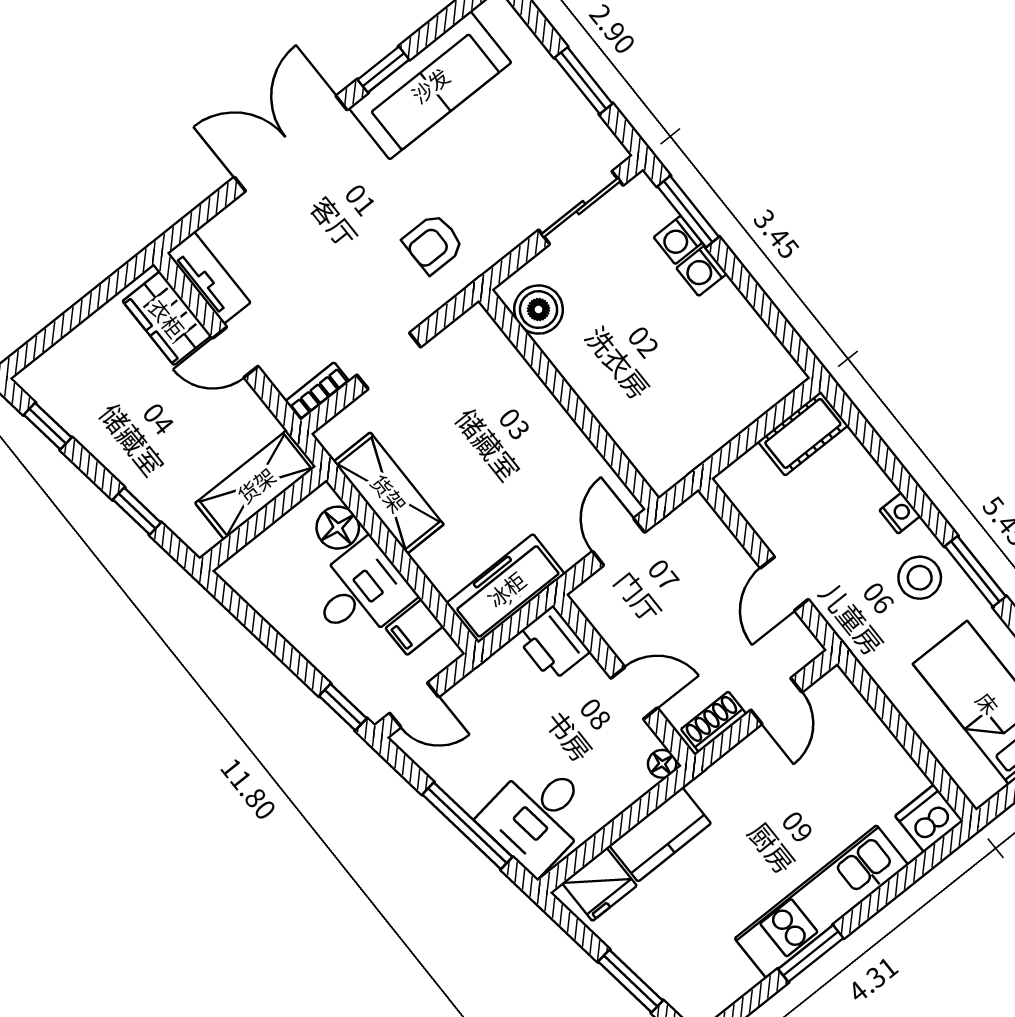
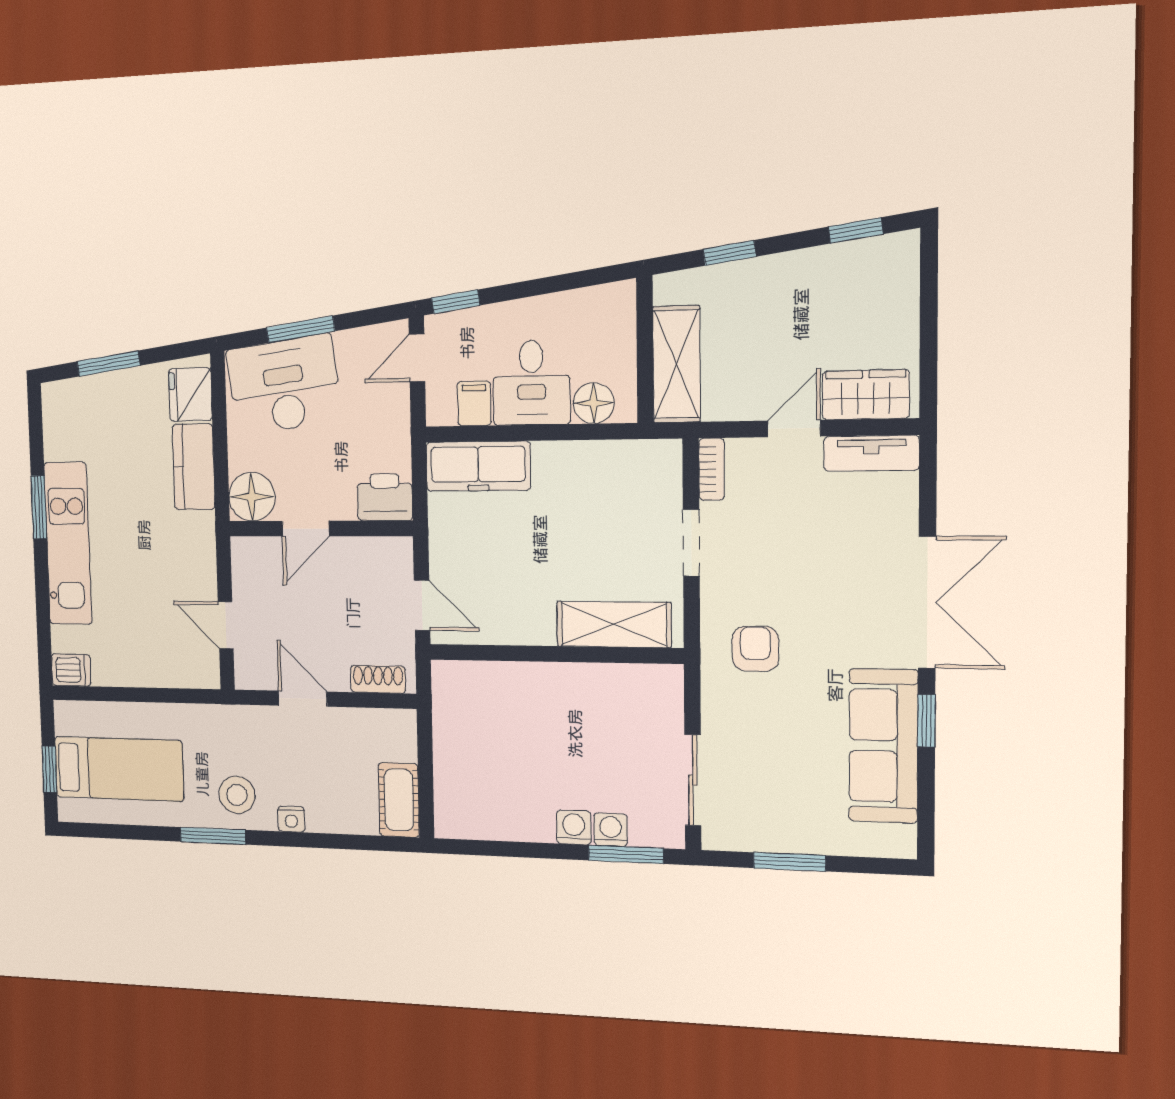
boiler: (539, 310) -> (640, 686), removed
shelving: (389, 493) -> (614, 624), moved
freezer: (506, 589) -> (478, 466), moved, turned 90
shoe rack: (714, 722) -> (378, 679), moved, turned -90
floor lamp: (662, 764) -> (252, 497), width x1.89, depth x1.89
desk: (538, 816) -> (284, 385), width x1.37
dishwasher: (929, 818) -> (71, 670), width x0.73
window: (467, 826) -> (301, 329), width x0.69

